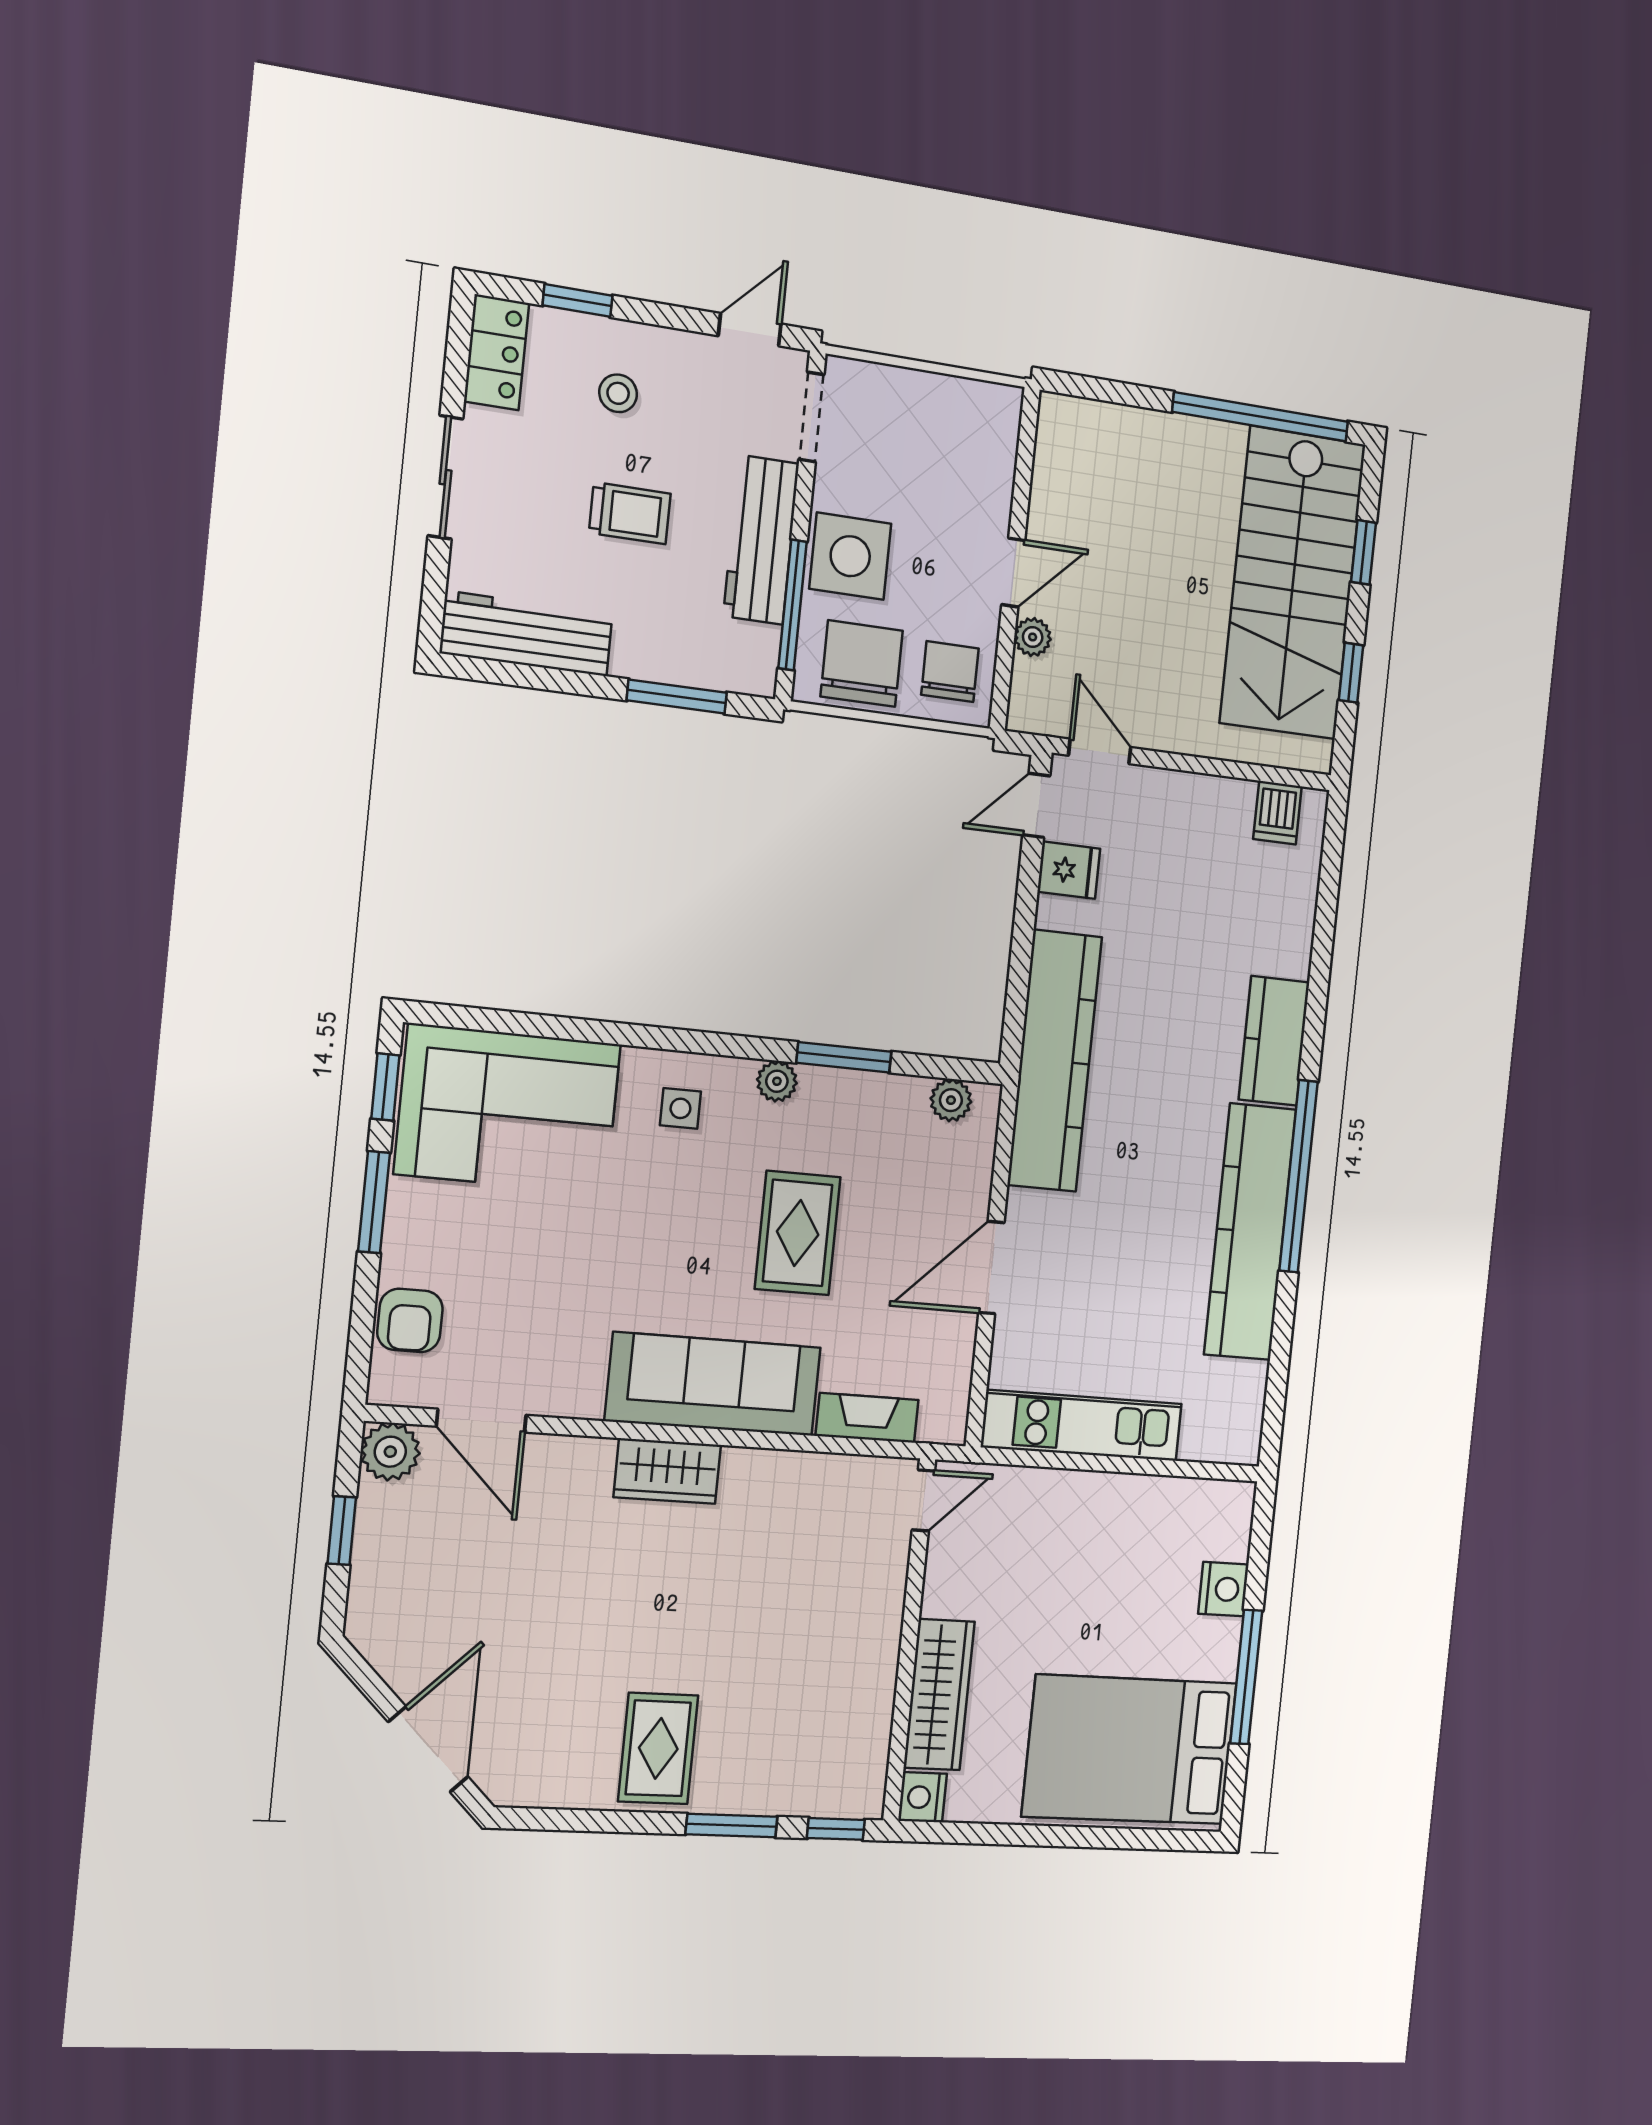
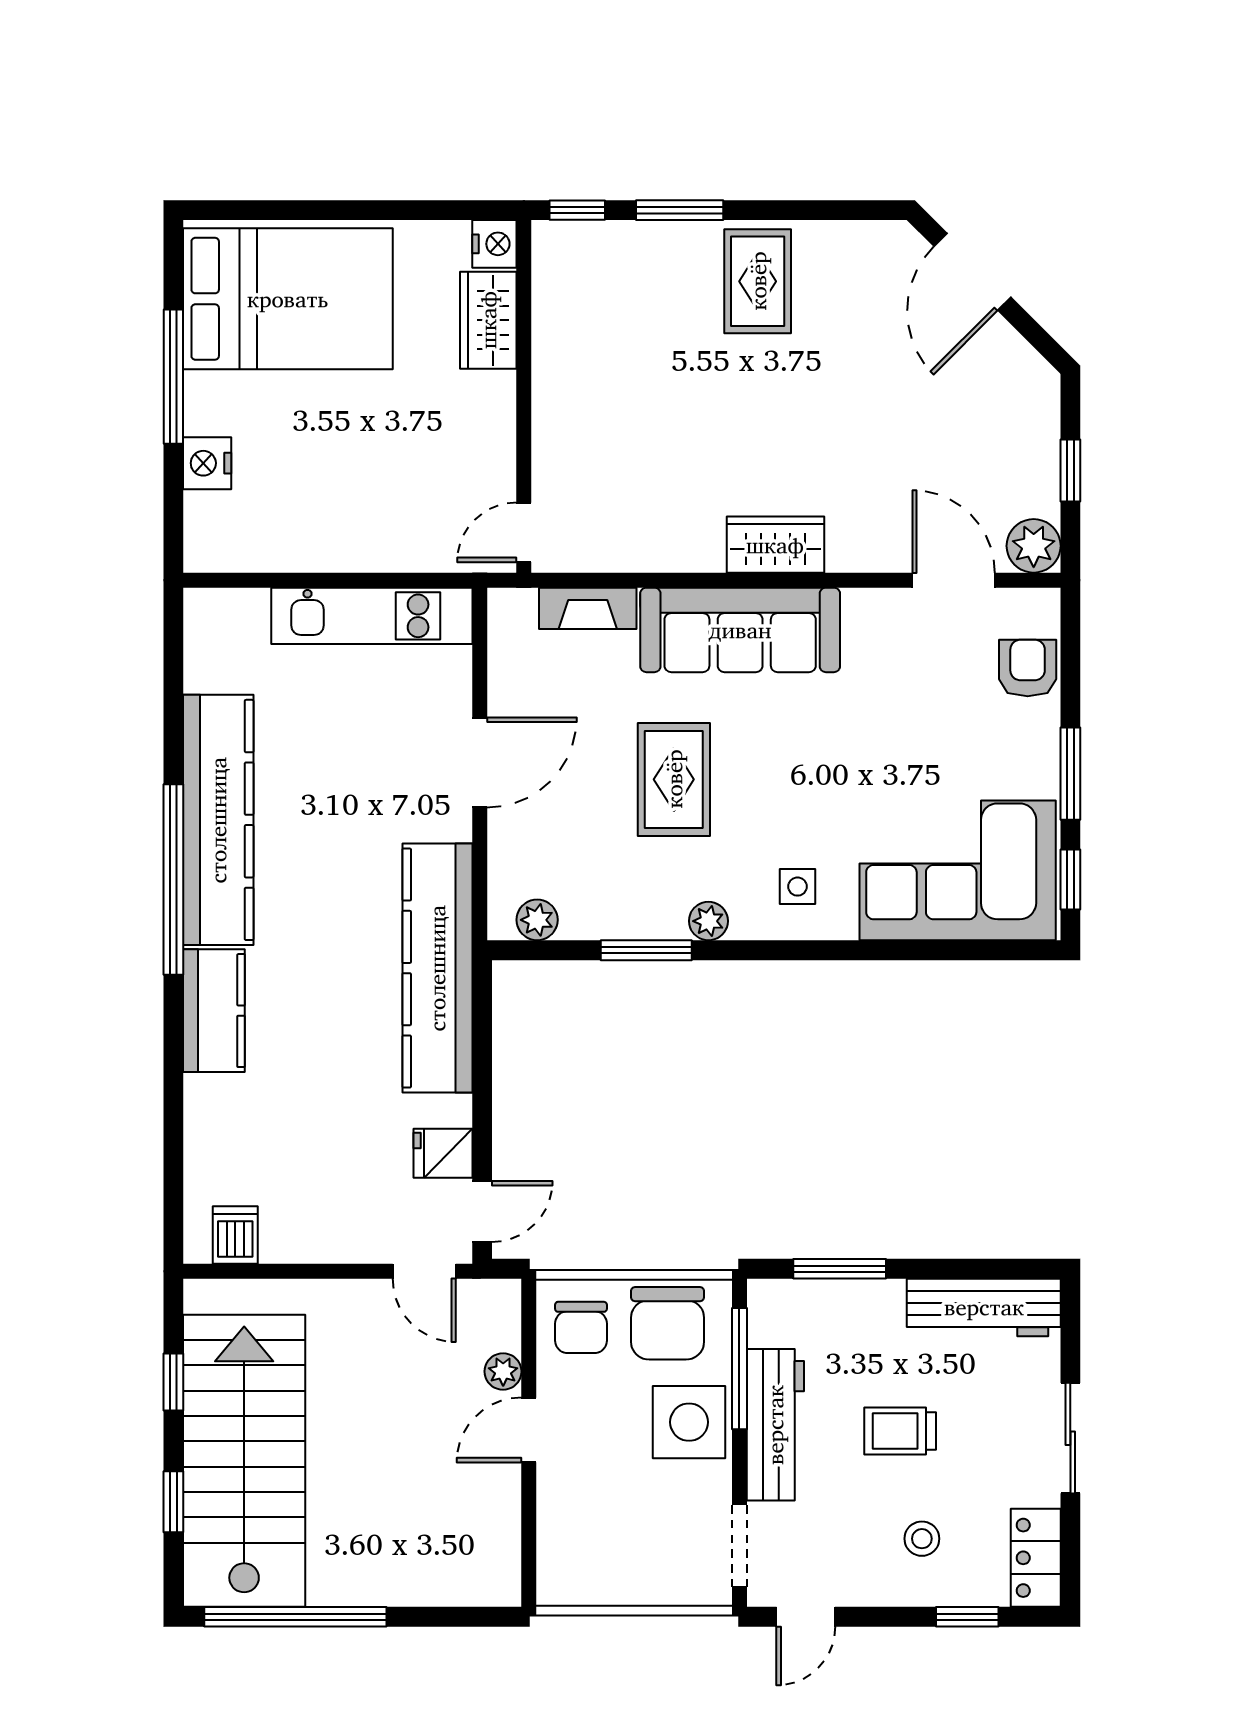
wardrobe: (939, 1695) -> (488, 320), width x0.67

